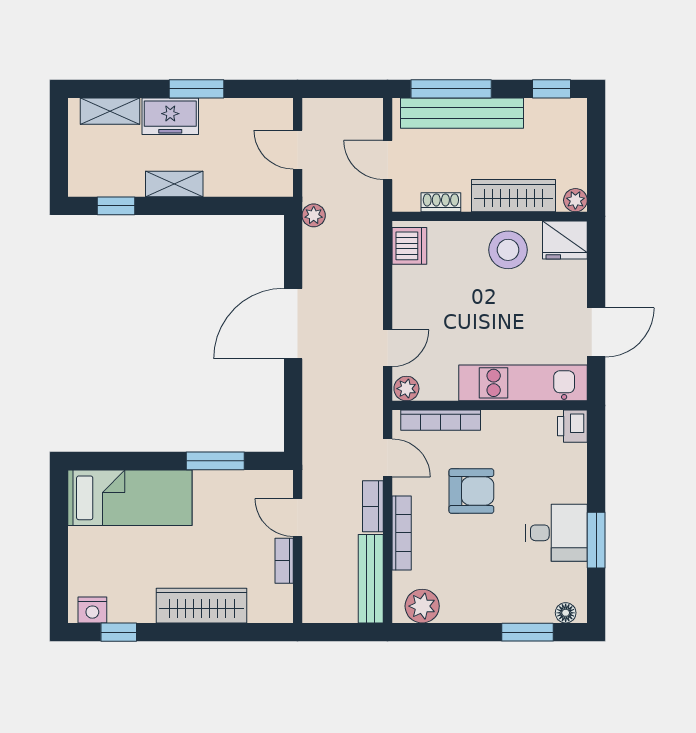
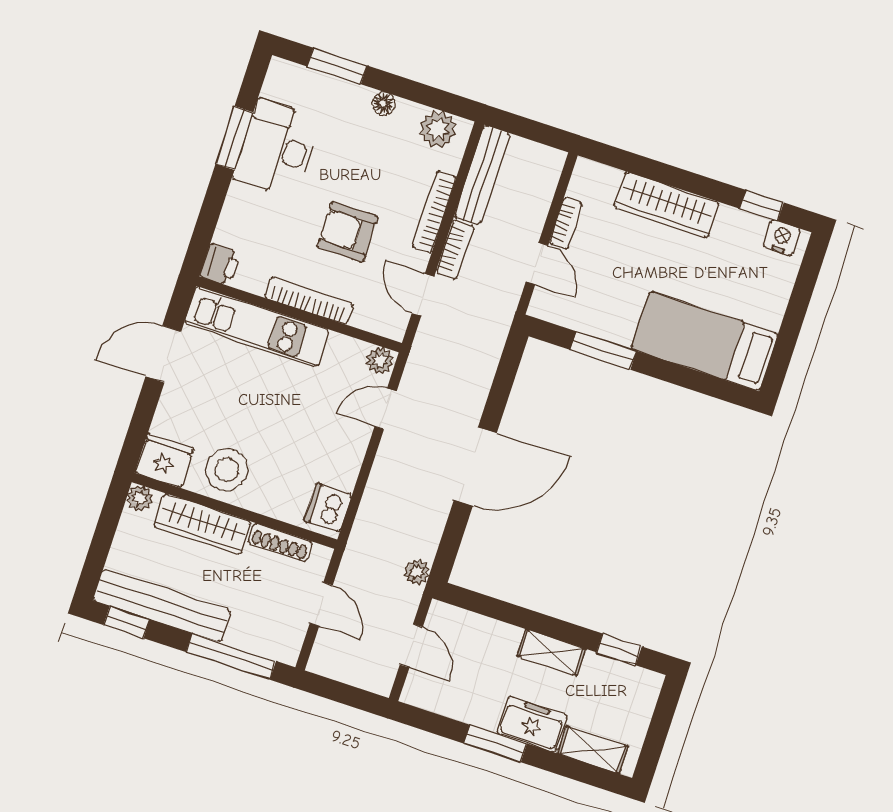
bench: (462, 113) -> (162, 606), moved
shoe rack: (441, 202) -> (280, 542), width x1.43
bookcase: (441, 420) -> (309, 301), moved
desk: (556, 533) -> (277, 148), width x1.37
floor lamp: (566, 613) -> (383, 103), moved

